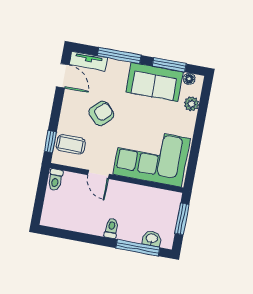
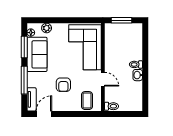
armchair: (101, 113) -> (63, 85), turned -136
window: (50, 142) -> (88, 114), removed
door: (98, 174) -> (103, 79), hinge flipped
washbasin: (152, 239) -> (138, 75), moved
window: (138, 248) -> (145, 45), removed

